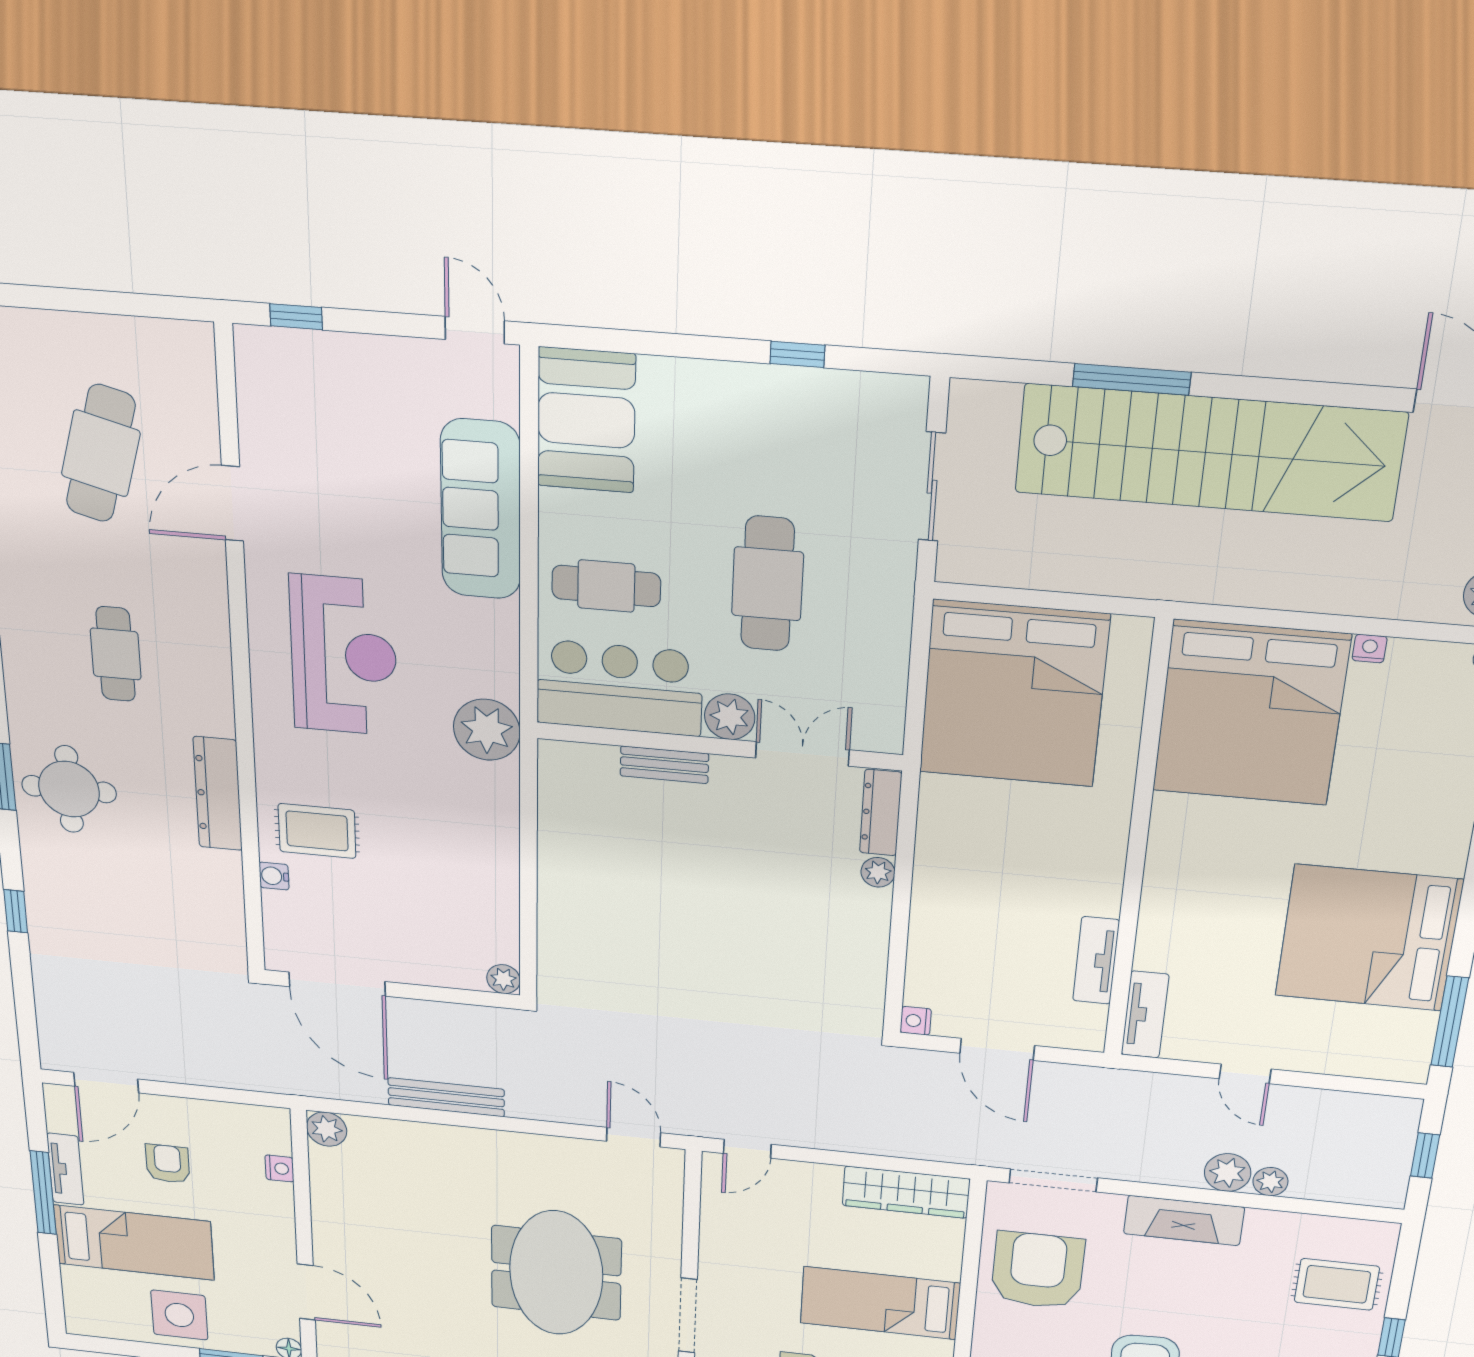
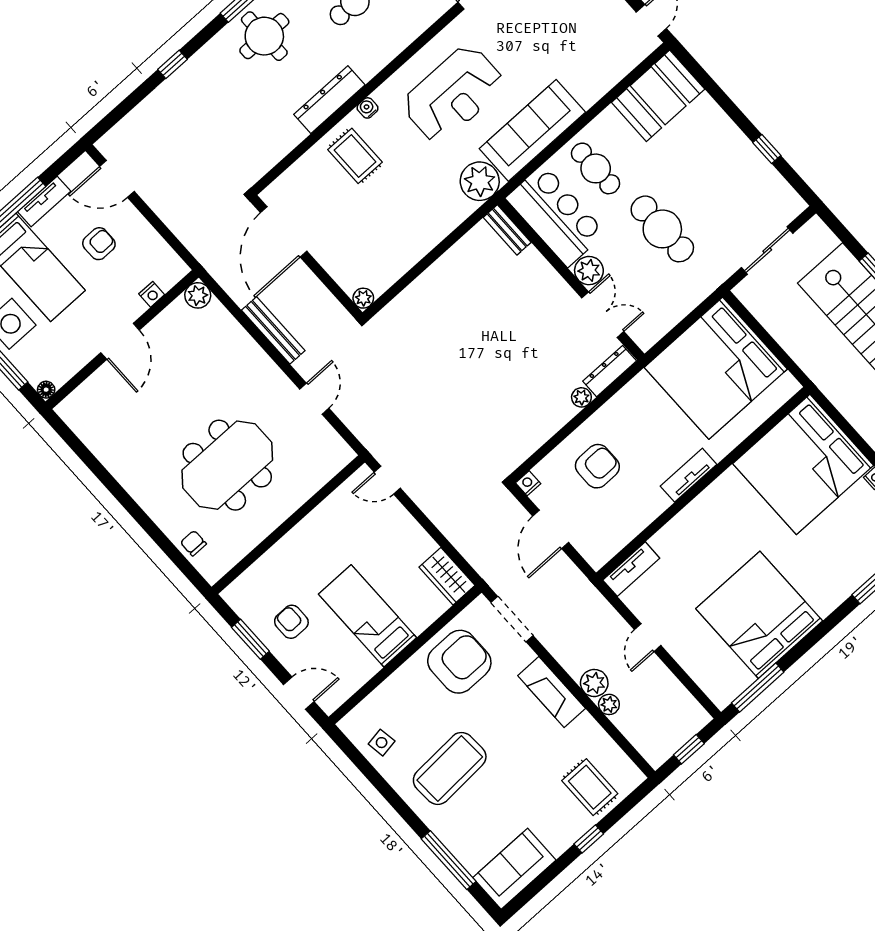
sofa: (481, 510) -> (532, 130), moved
cafe table: (767, 584) -> (662, 229), turned 90
bench: (664, 765) -> (507, 230), moved
water cooler: (274, 876) -> (367, 108), moved
armchair: (981, 934) -> (597, 466), added
tv unit: (1096, 960) -> (689, 475), moved
door: (634, 1137) -> (314, 399), moved
wardrobe: (906, 1192) -> (447, 576), width x0.67
door: (306, 1292) -> (120, 341), moved
doorway: (688, 1316) -> (267, 543), removed

